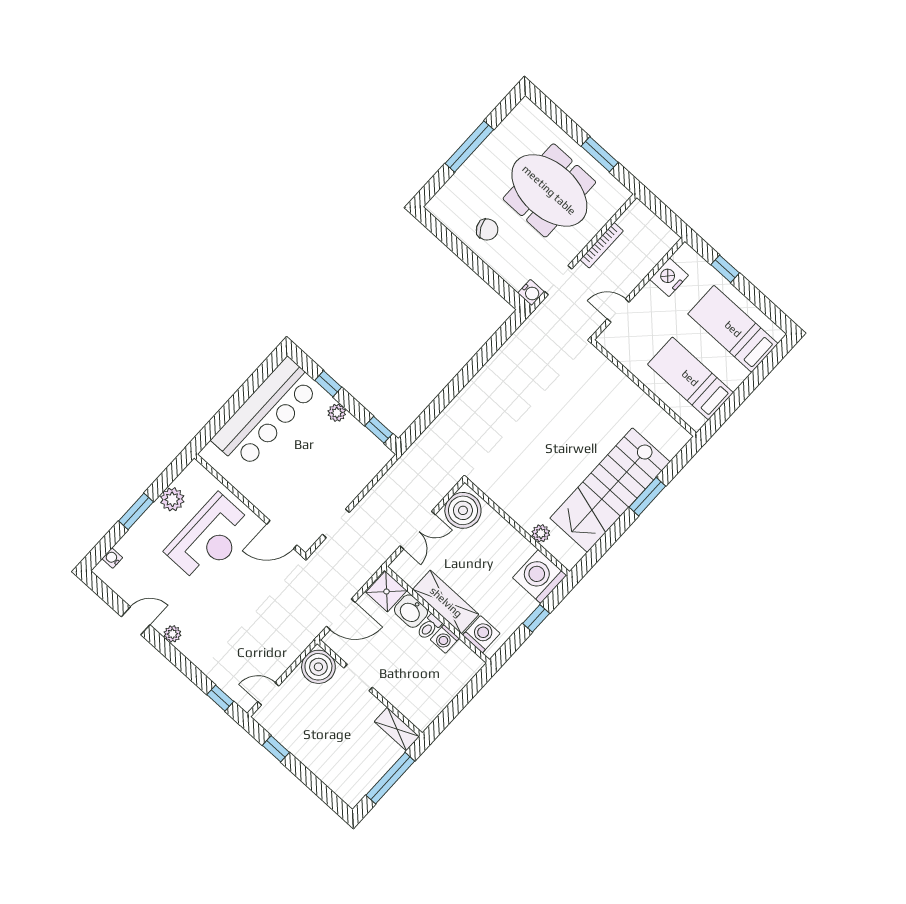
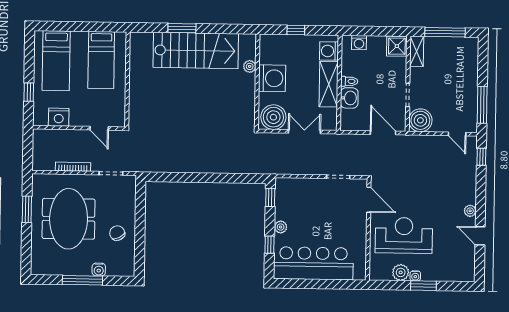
water cooler: (531, 292) -> (99, 270), moved, turned 180
water cooler: (112, 558) -> (415, 276), moved
washing machine: (540, 576) -> (272, 78), moved, turned -90
shower: (386, 591) -> (397, 46), moved
washing machine: (445, 639) -> (359, 43), moved, turned 90
window: (276, 749) -> (482, 105), width x2.17

